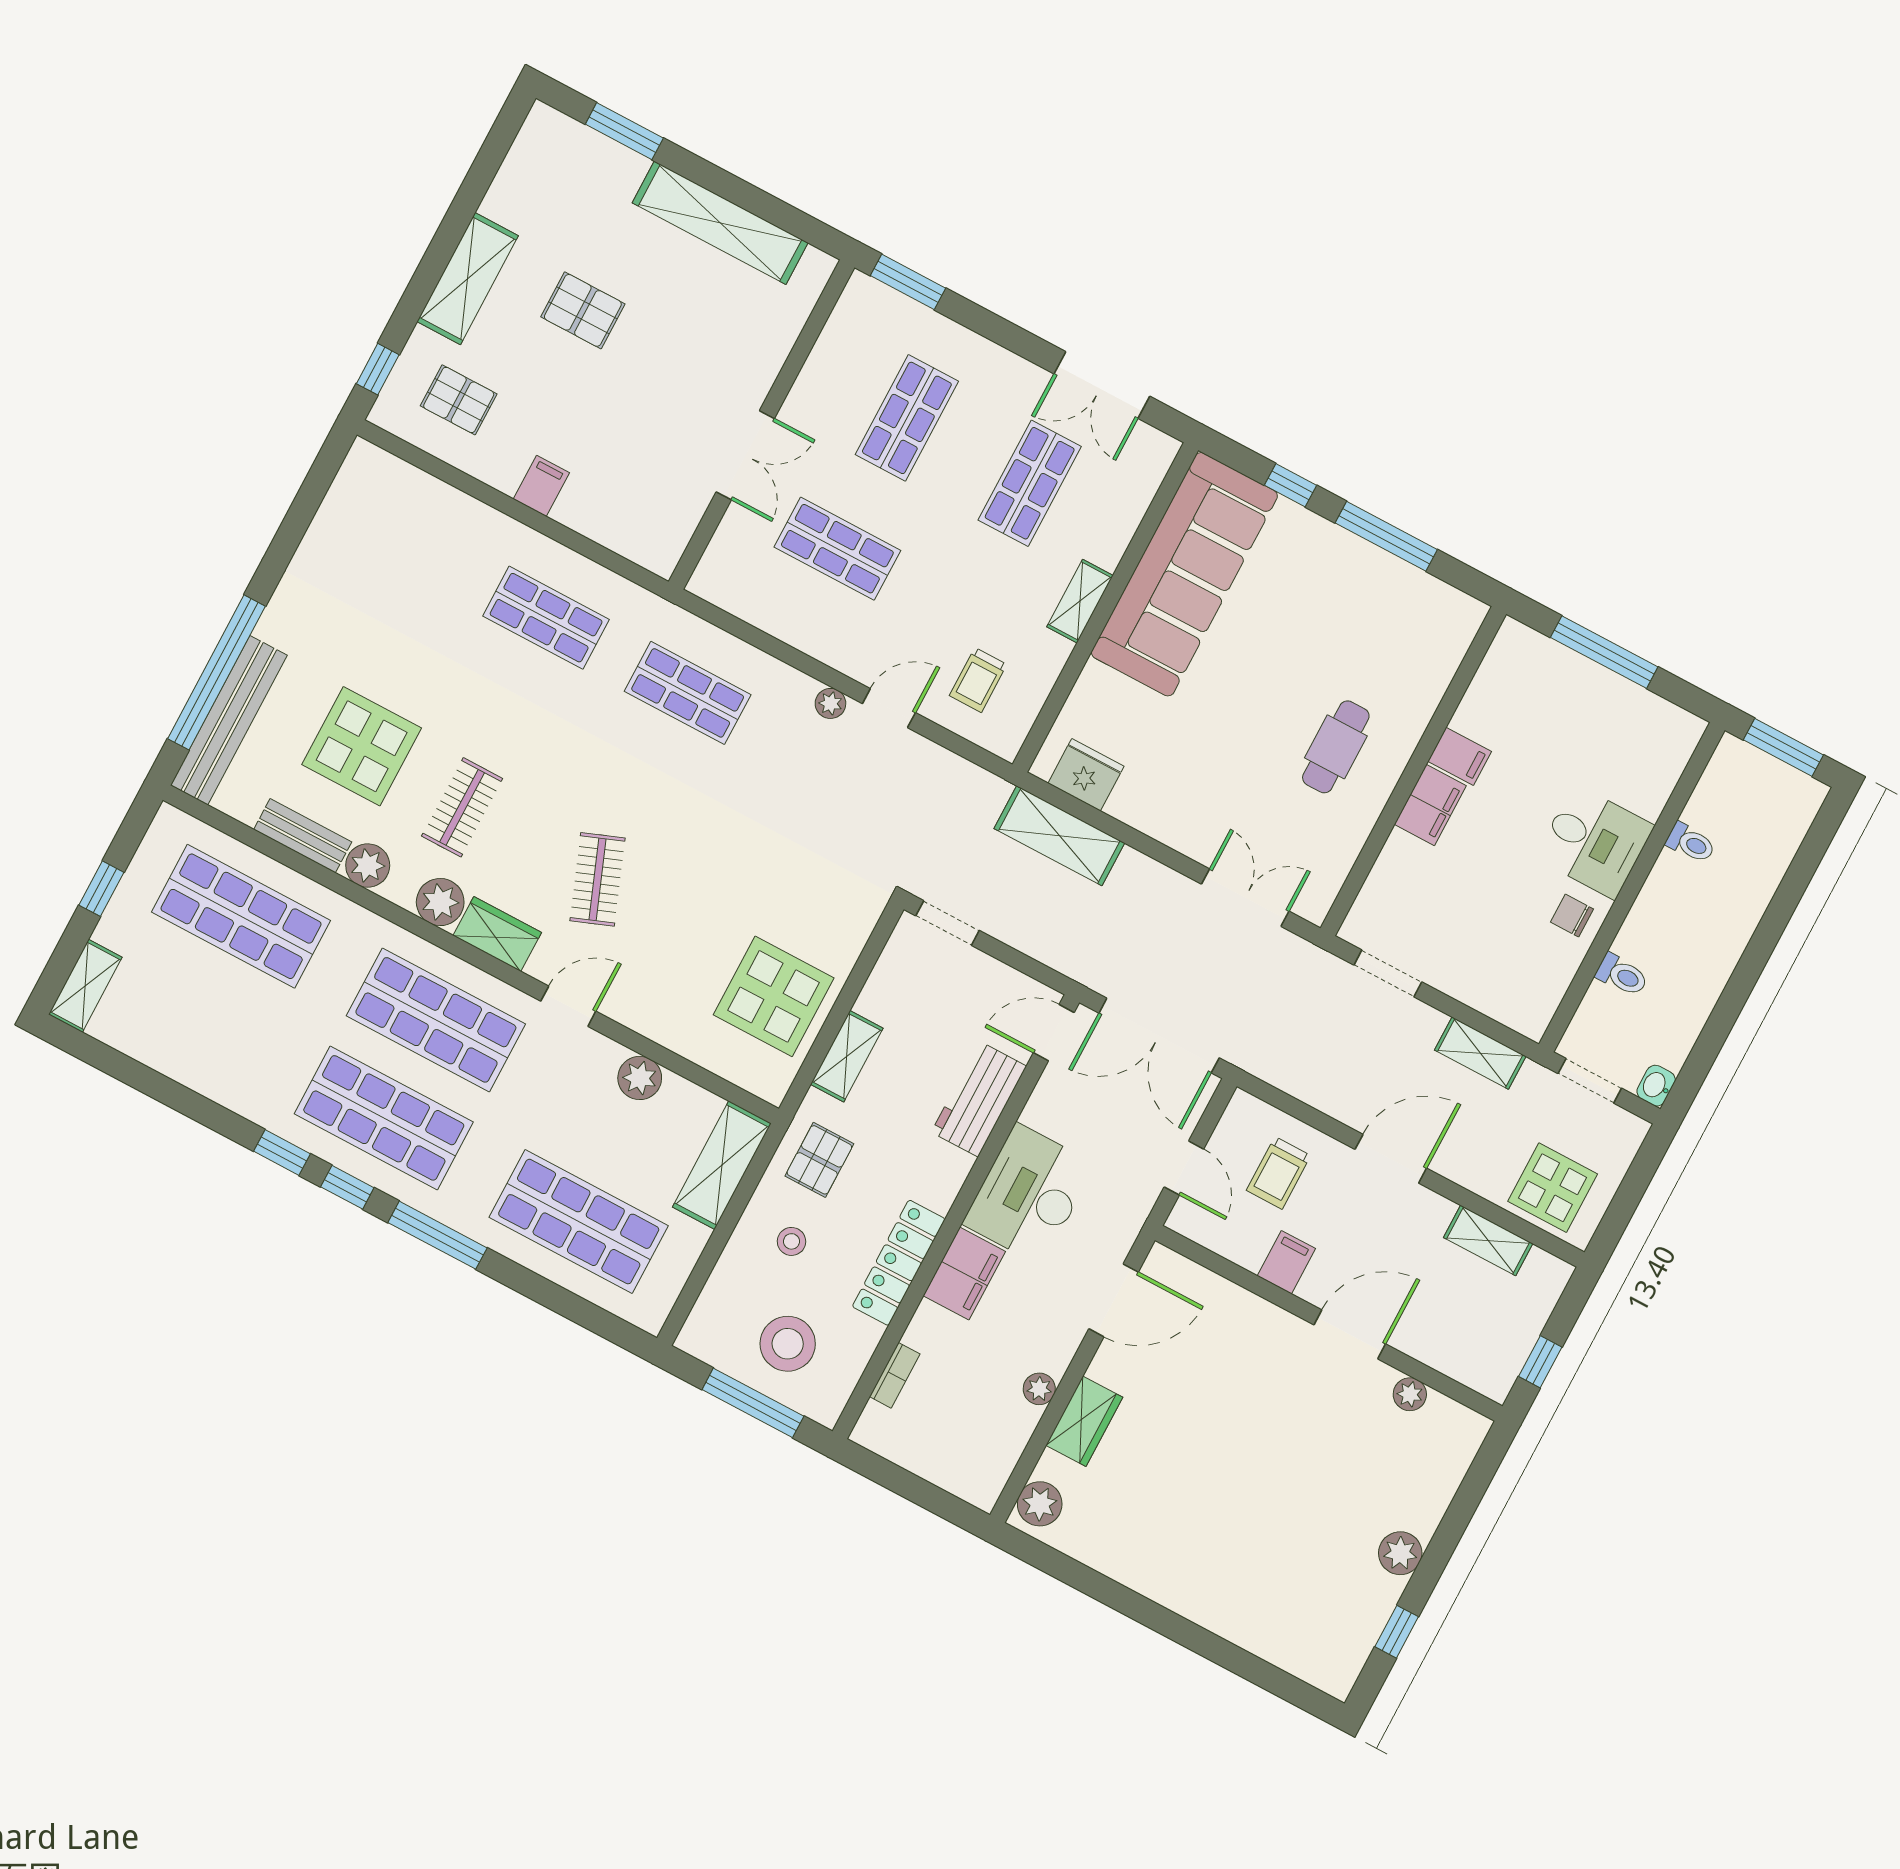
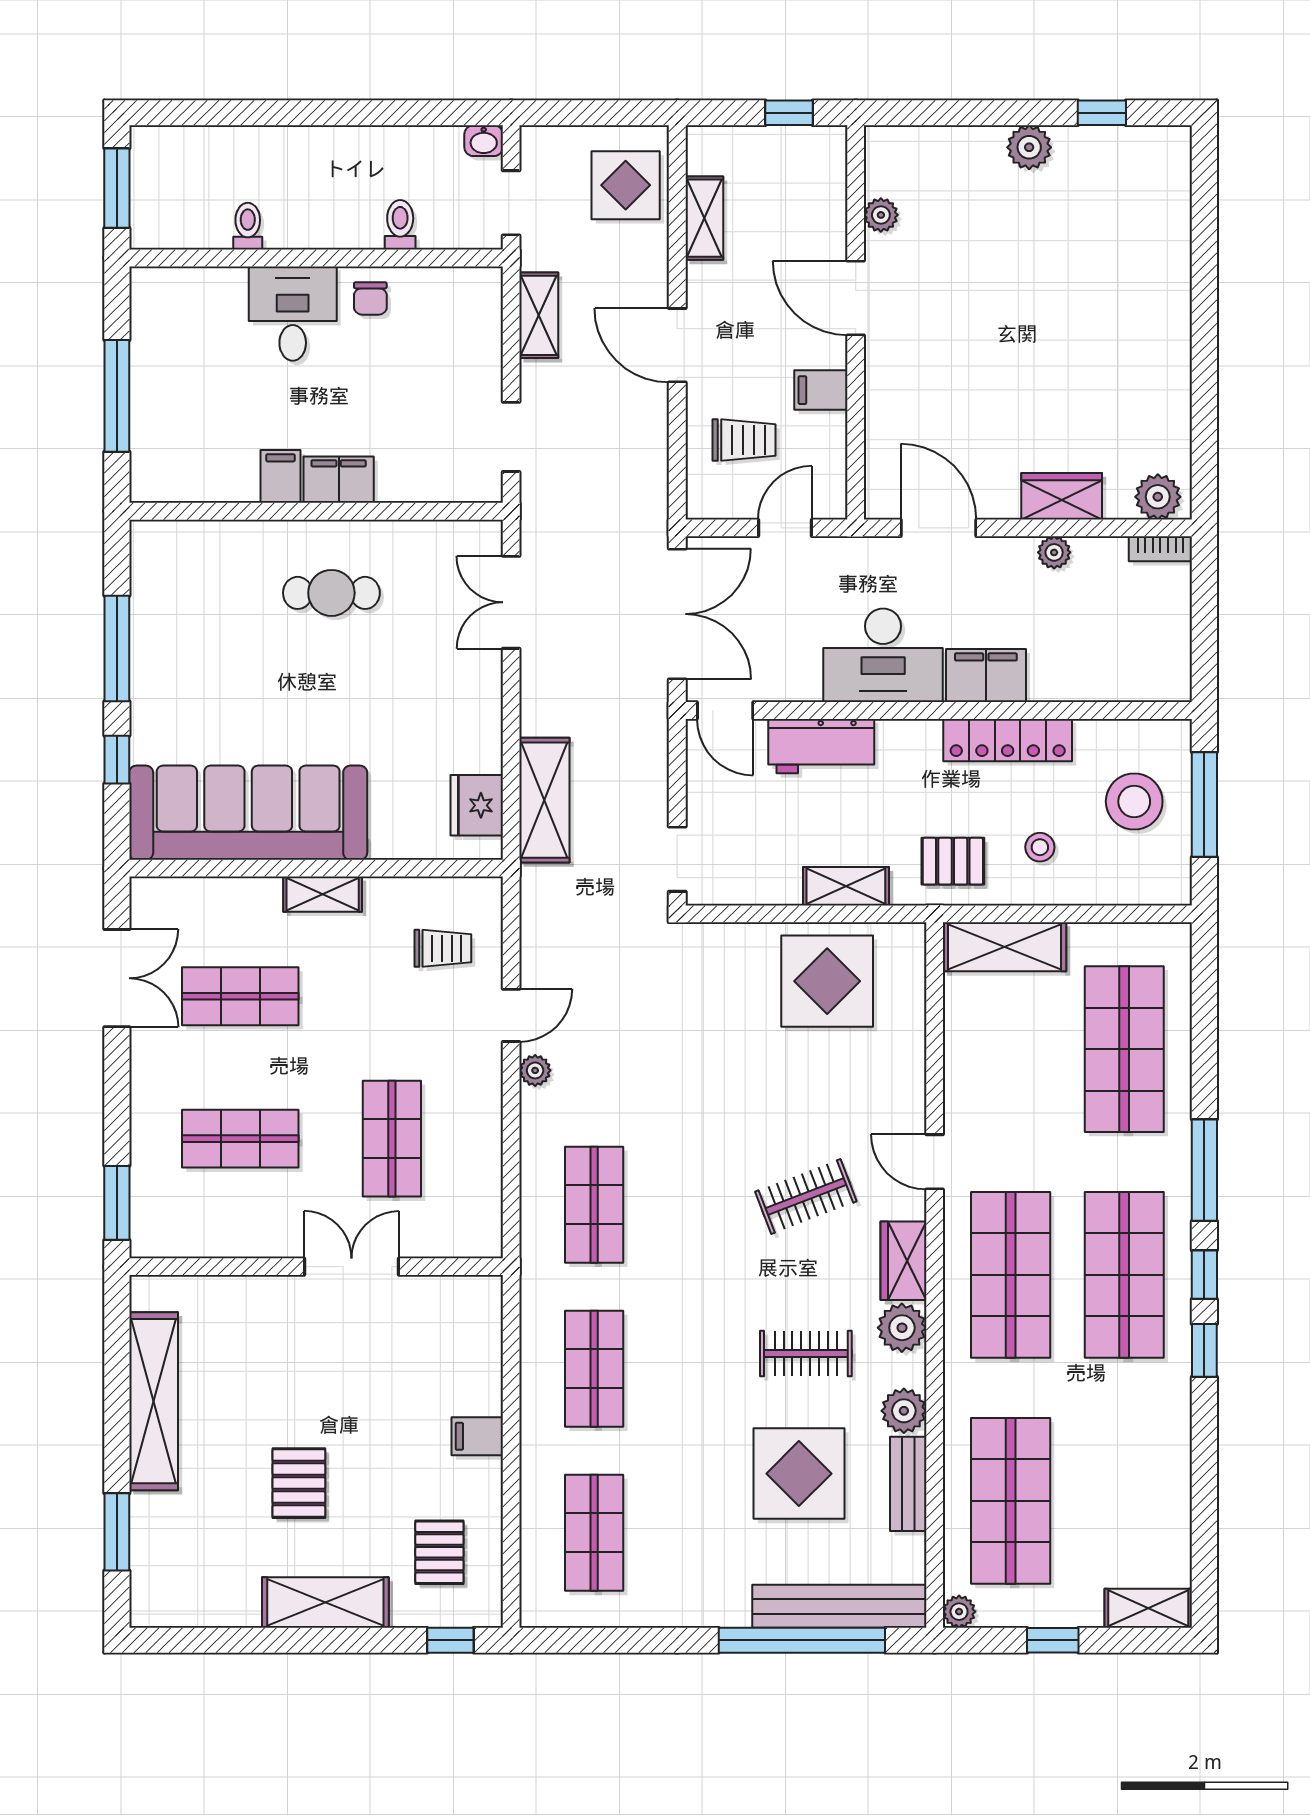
shop shelf: (404, 542) -> (594, 1533), added
door: (889, 708) -> (511, 1015), swing flipped
plant: (640, 1078) -> (959, 1612), moved, width x0.73, depth x0.73
bookcase: (895, 1375) -> (1160, 549), moved, turned 180

